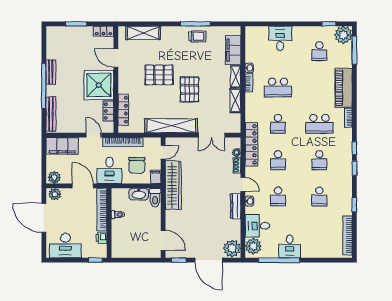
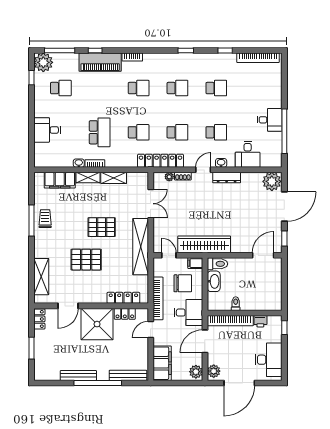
bench: (51, 72) -> (78, 375), width x1.36
pallet: (159, 75) -> (86, 260), turned 90
school desk: (319, 124) -> (139, 88), width x0.54
window: (354, 148) -> (95, 51), moved
plant: (253, 246) -> (269, 159), removed

